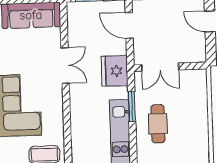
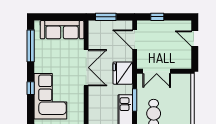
double door: (65, 65) -> (86, 68), width x1.37

